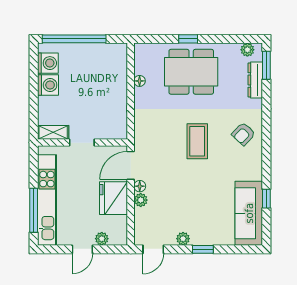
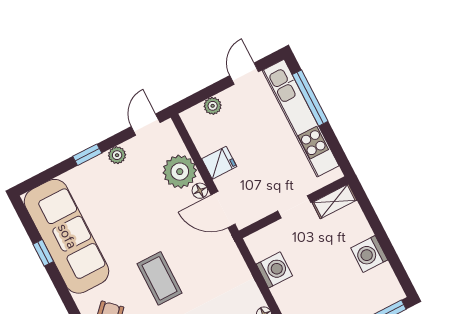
washing machine: (48, 63) -> (274, 270), moved, turned 180
door: (131, 165) -> (223, 210), swing flipped
fridge: (113, 198) -> (219, 163), width x0.53, depth x0.75
plant: (141, 200) -> (180, 172), width x1.88, depth x1.88
sofa: (249, 213) -> (67, 236), width x1.36, depth x1.27
door: (82, 249) -> (244, 74), moved

